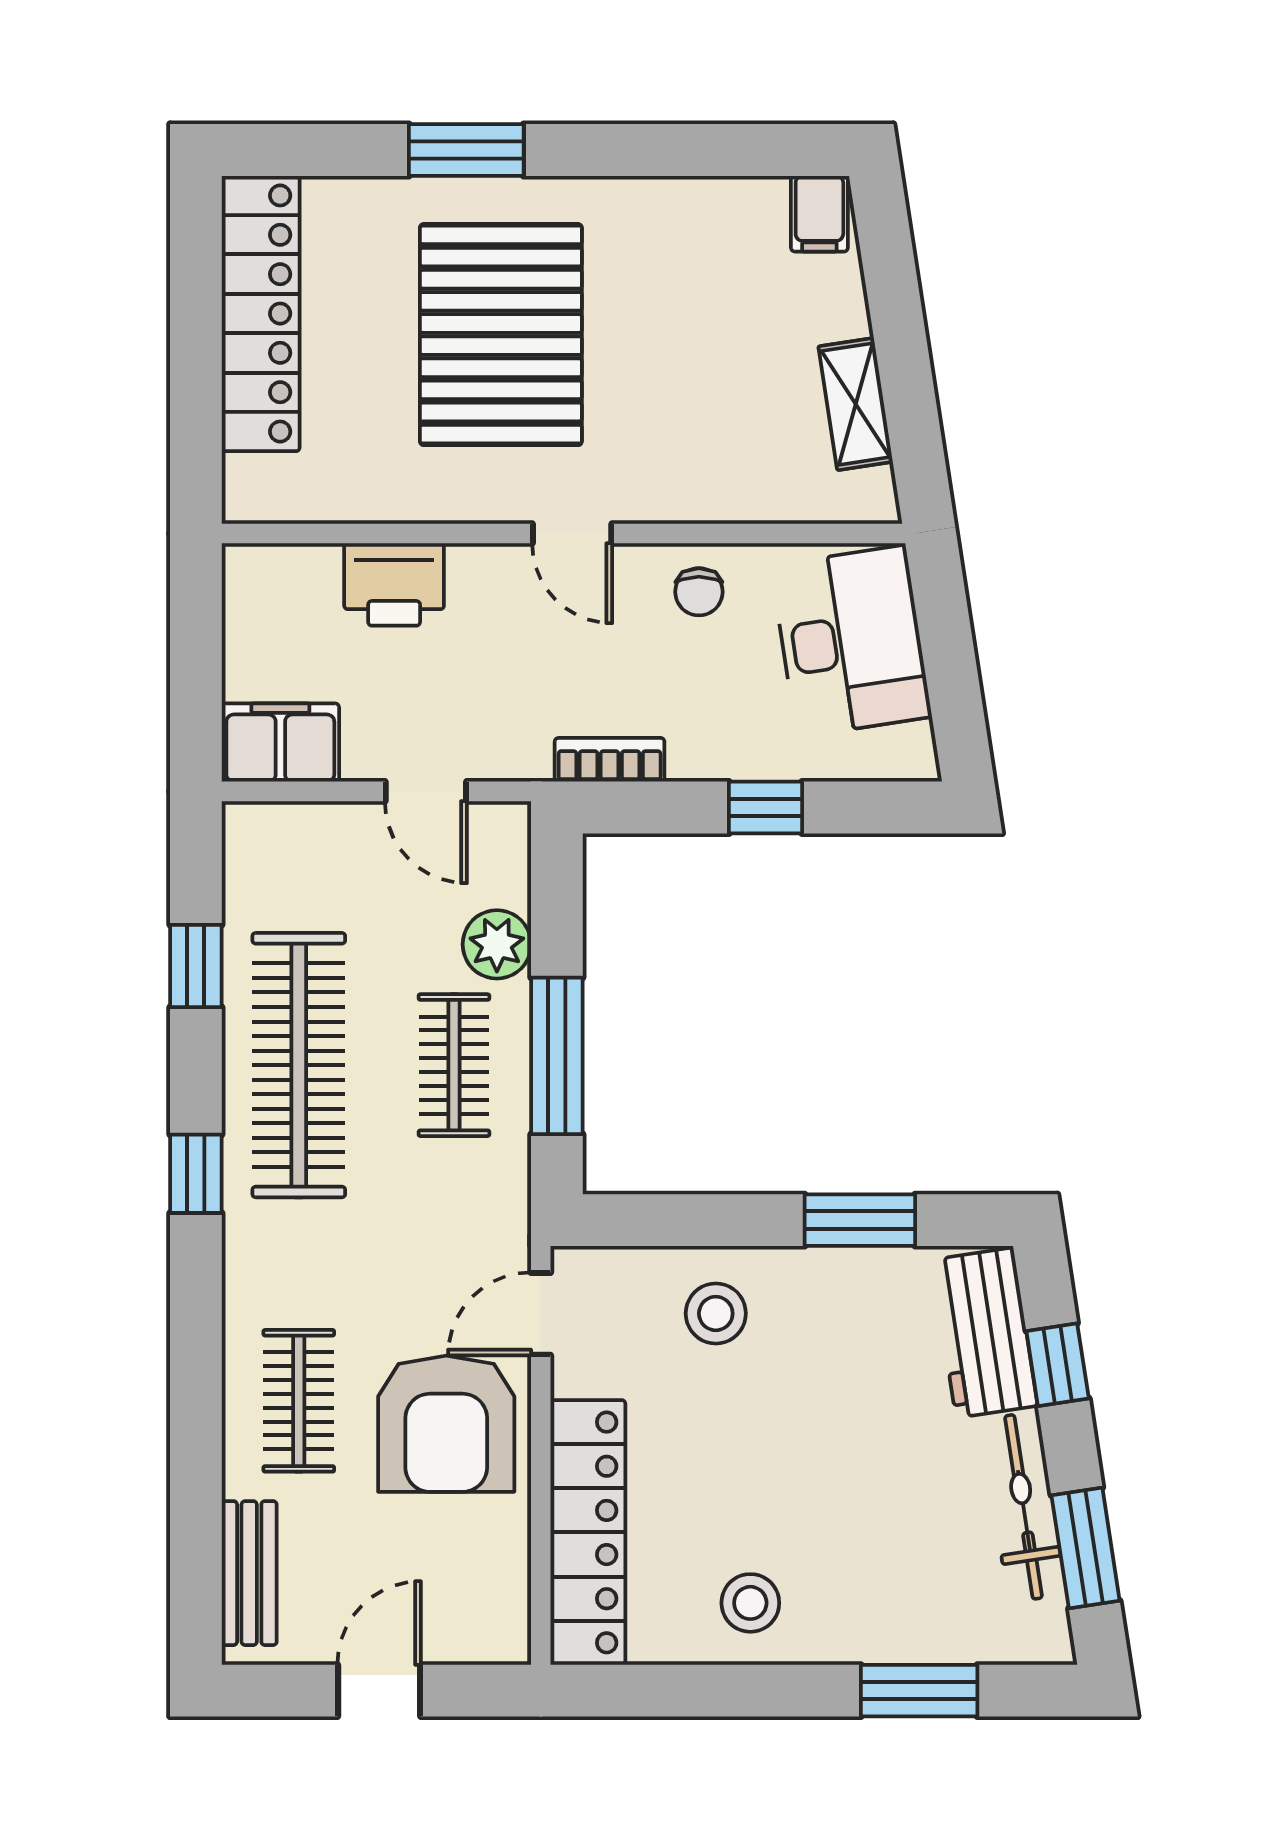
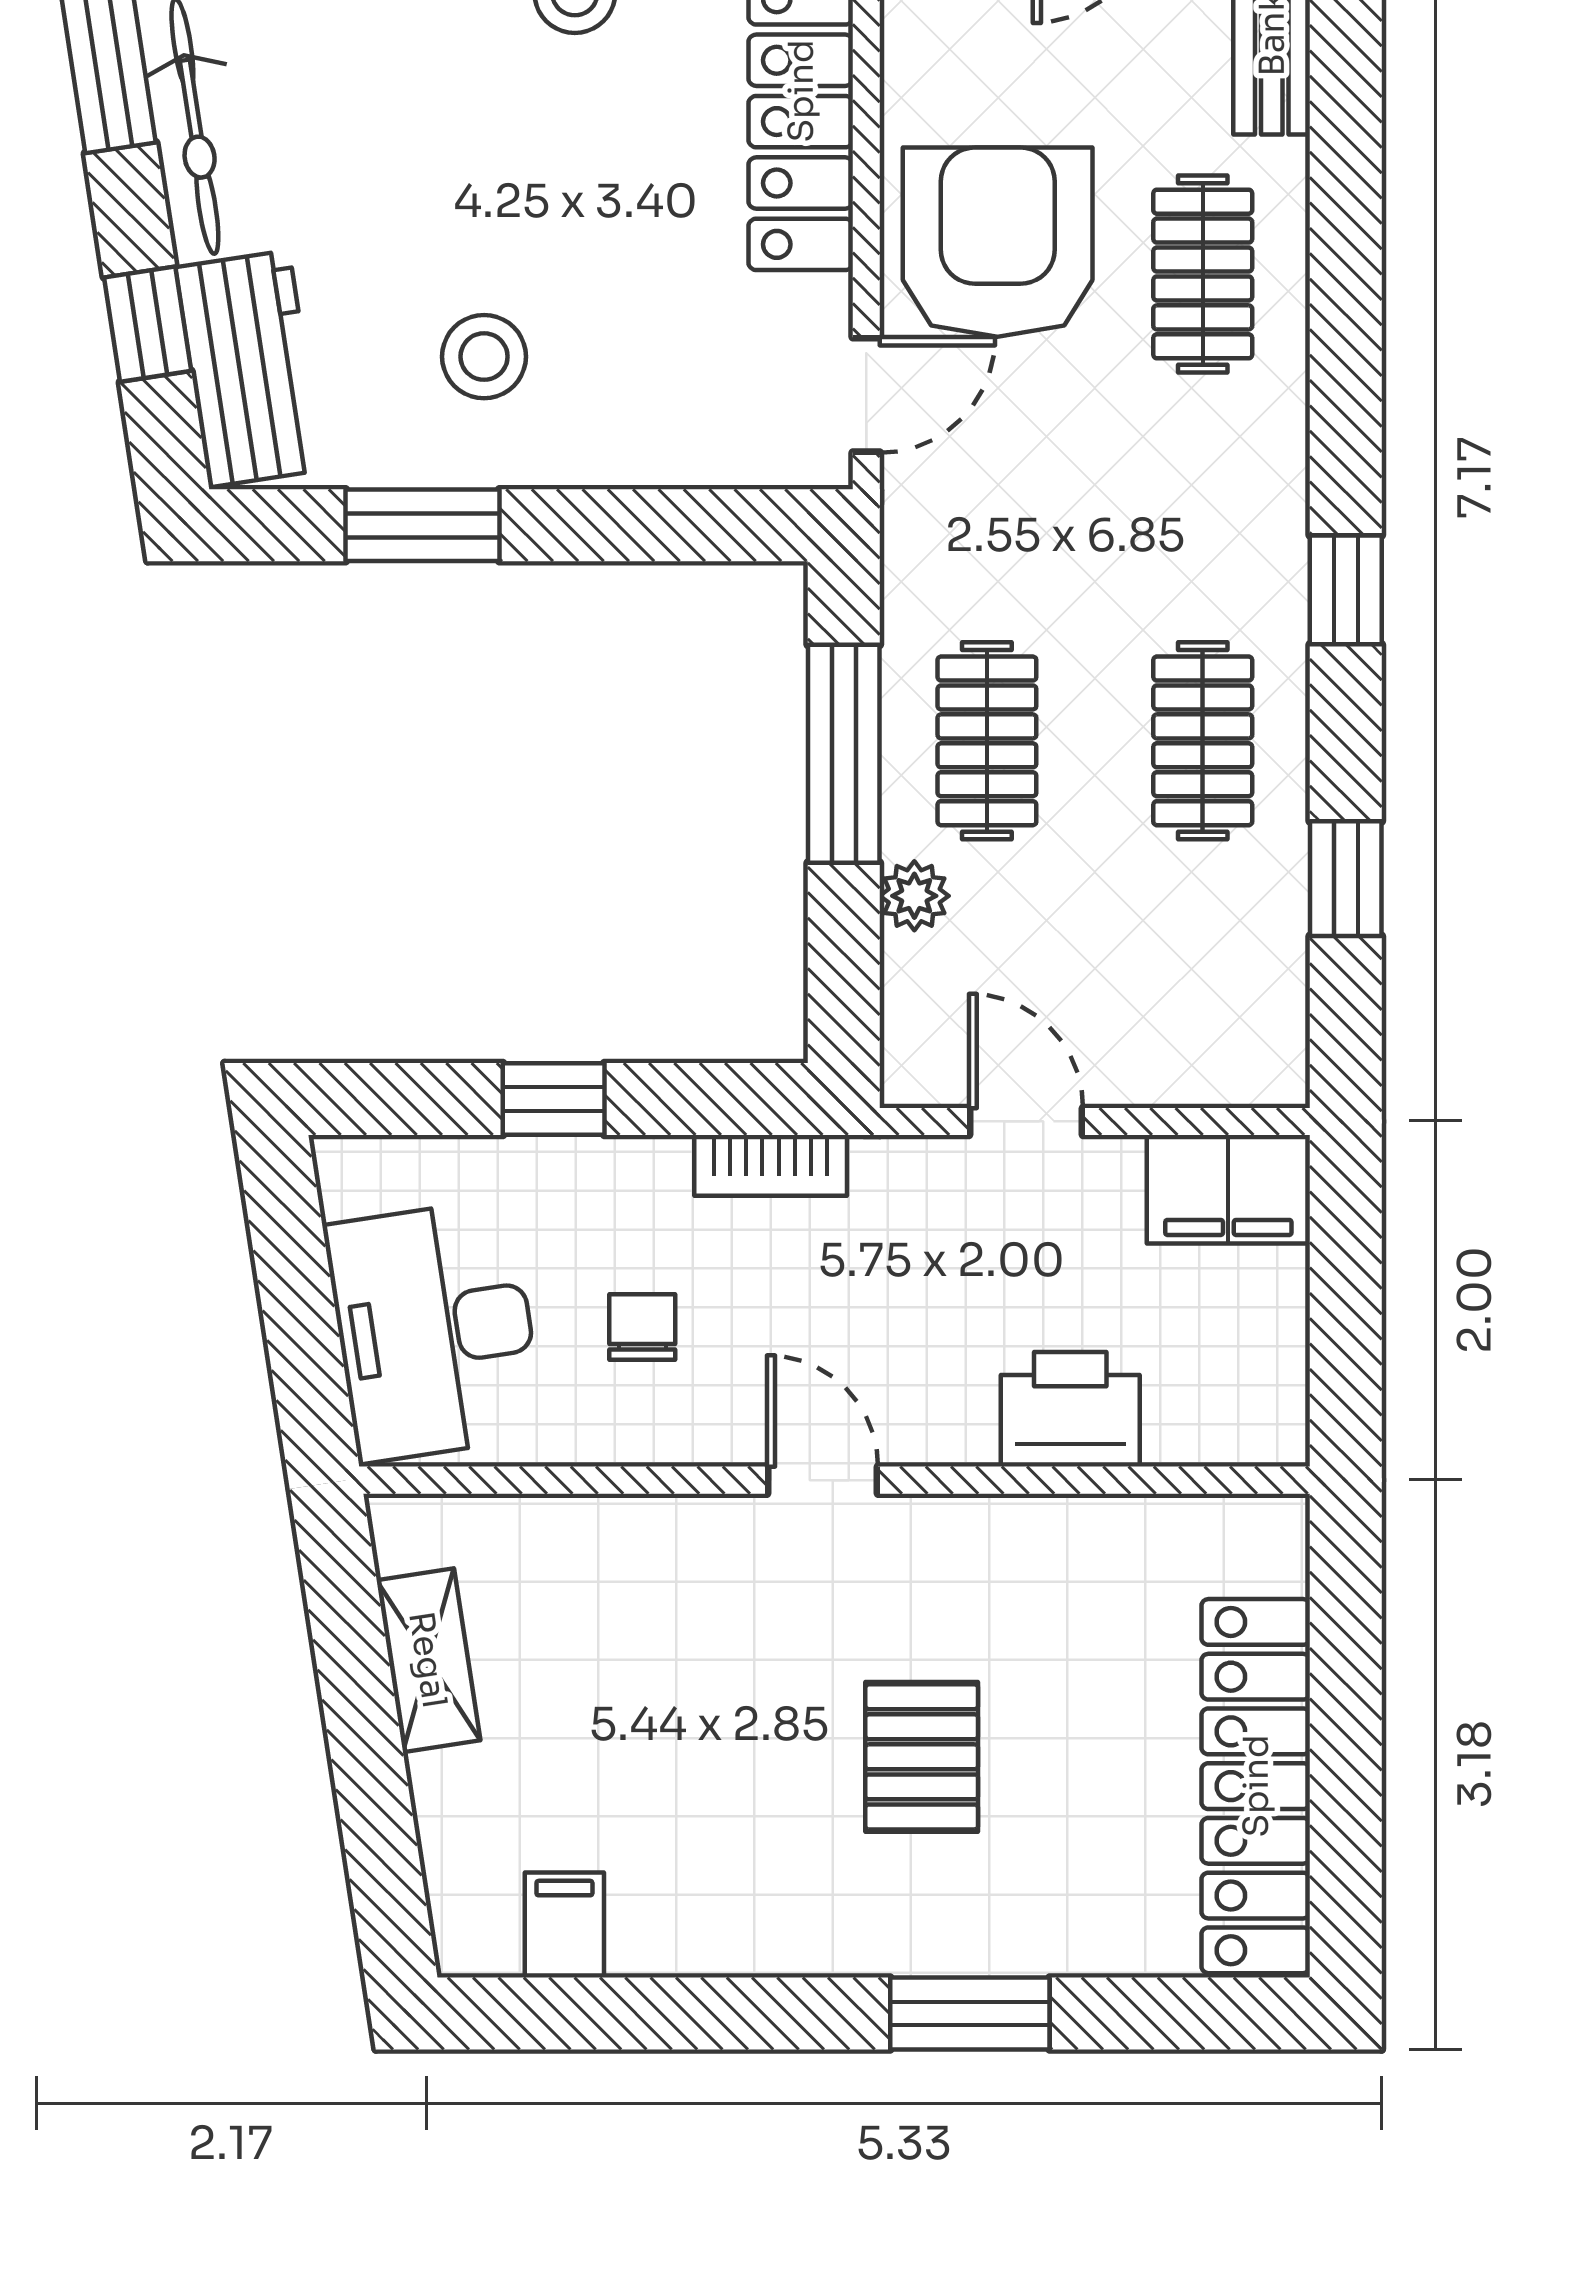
filing cabinet: (819, 214) -> (564, 1925), moved
pallet: (501, 335) -> (922, 1757), width x0.49, depth x0.50
chair: (699, 592) -> (642, 1327), moved
plant: (497, 944) -> (914, 896), width x0.73, depth x0.73
clothes rail: (299, 1065) -> (1203, 741), width x0.54, depth x0.76
stool: (716, 1313) -> (484, 357), moved

